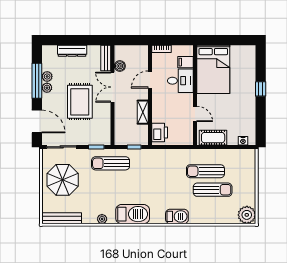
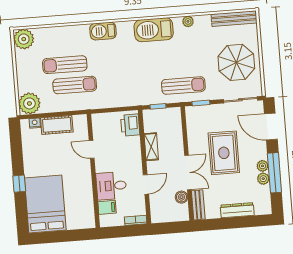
bed: (213, 69) -> (45, 204), moved
cot: (213, 138) -> (57, 125), moved
plant: (246, 158) -> (29, 103), added

